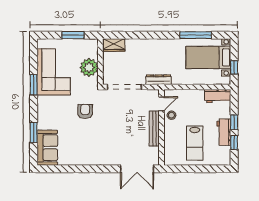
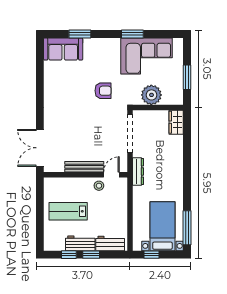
window: (196, 35) -> (187, 228), moved
workbench: (218, 96) -> (110, 243), moved, turned 90
door: (162, 104) -> (111, 175), swing flipped

